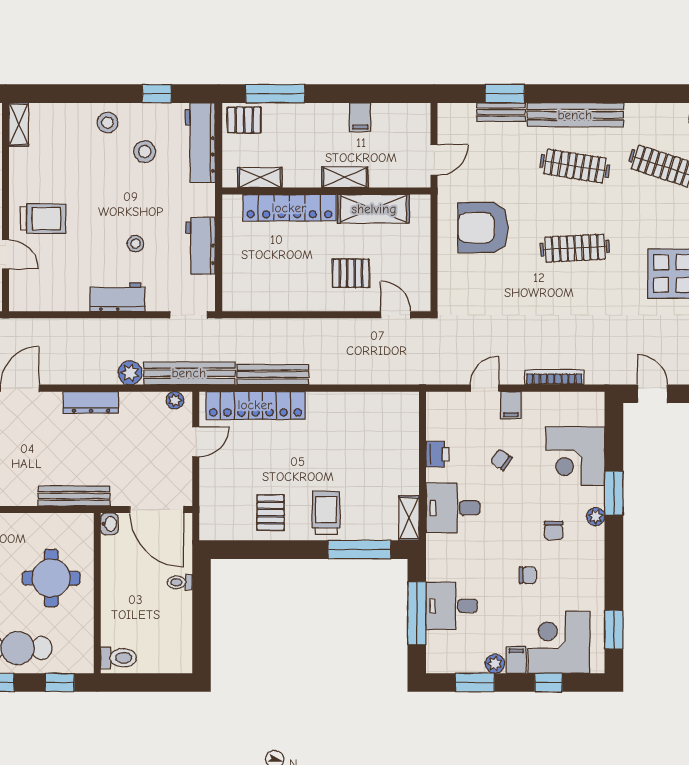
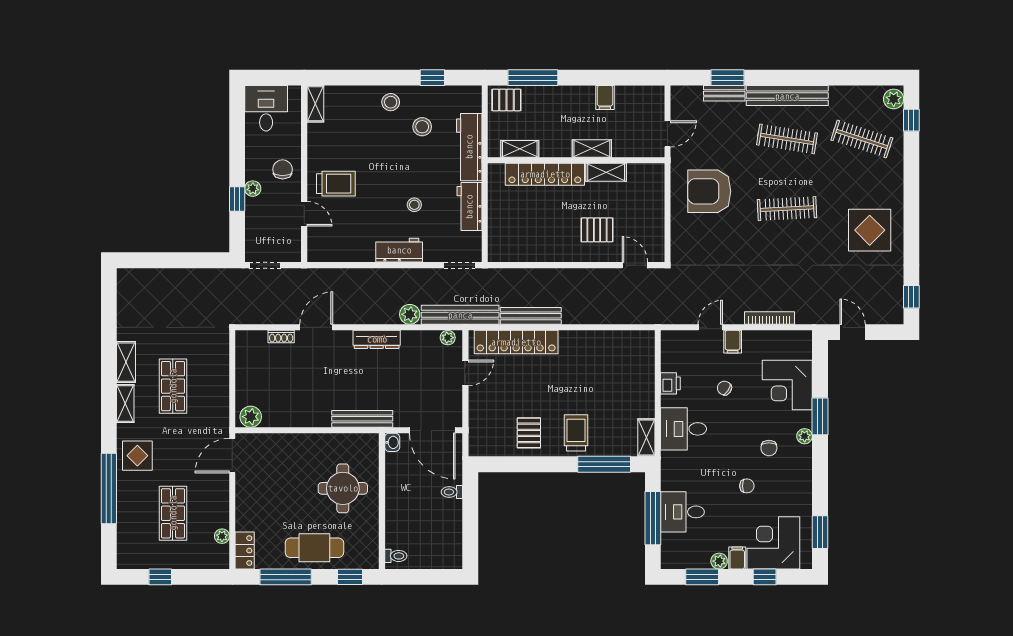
workbench: (200, 143) -> (469, 147), moved
shelving: (374, 209) -> (606, 172), width x0.67, depth x0.75
toilet: (119, 658) -> (396, 556), width x0.73, depth x0.72

